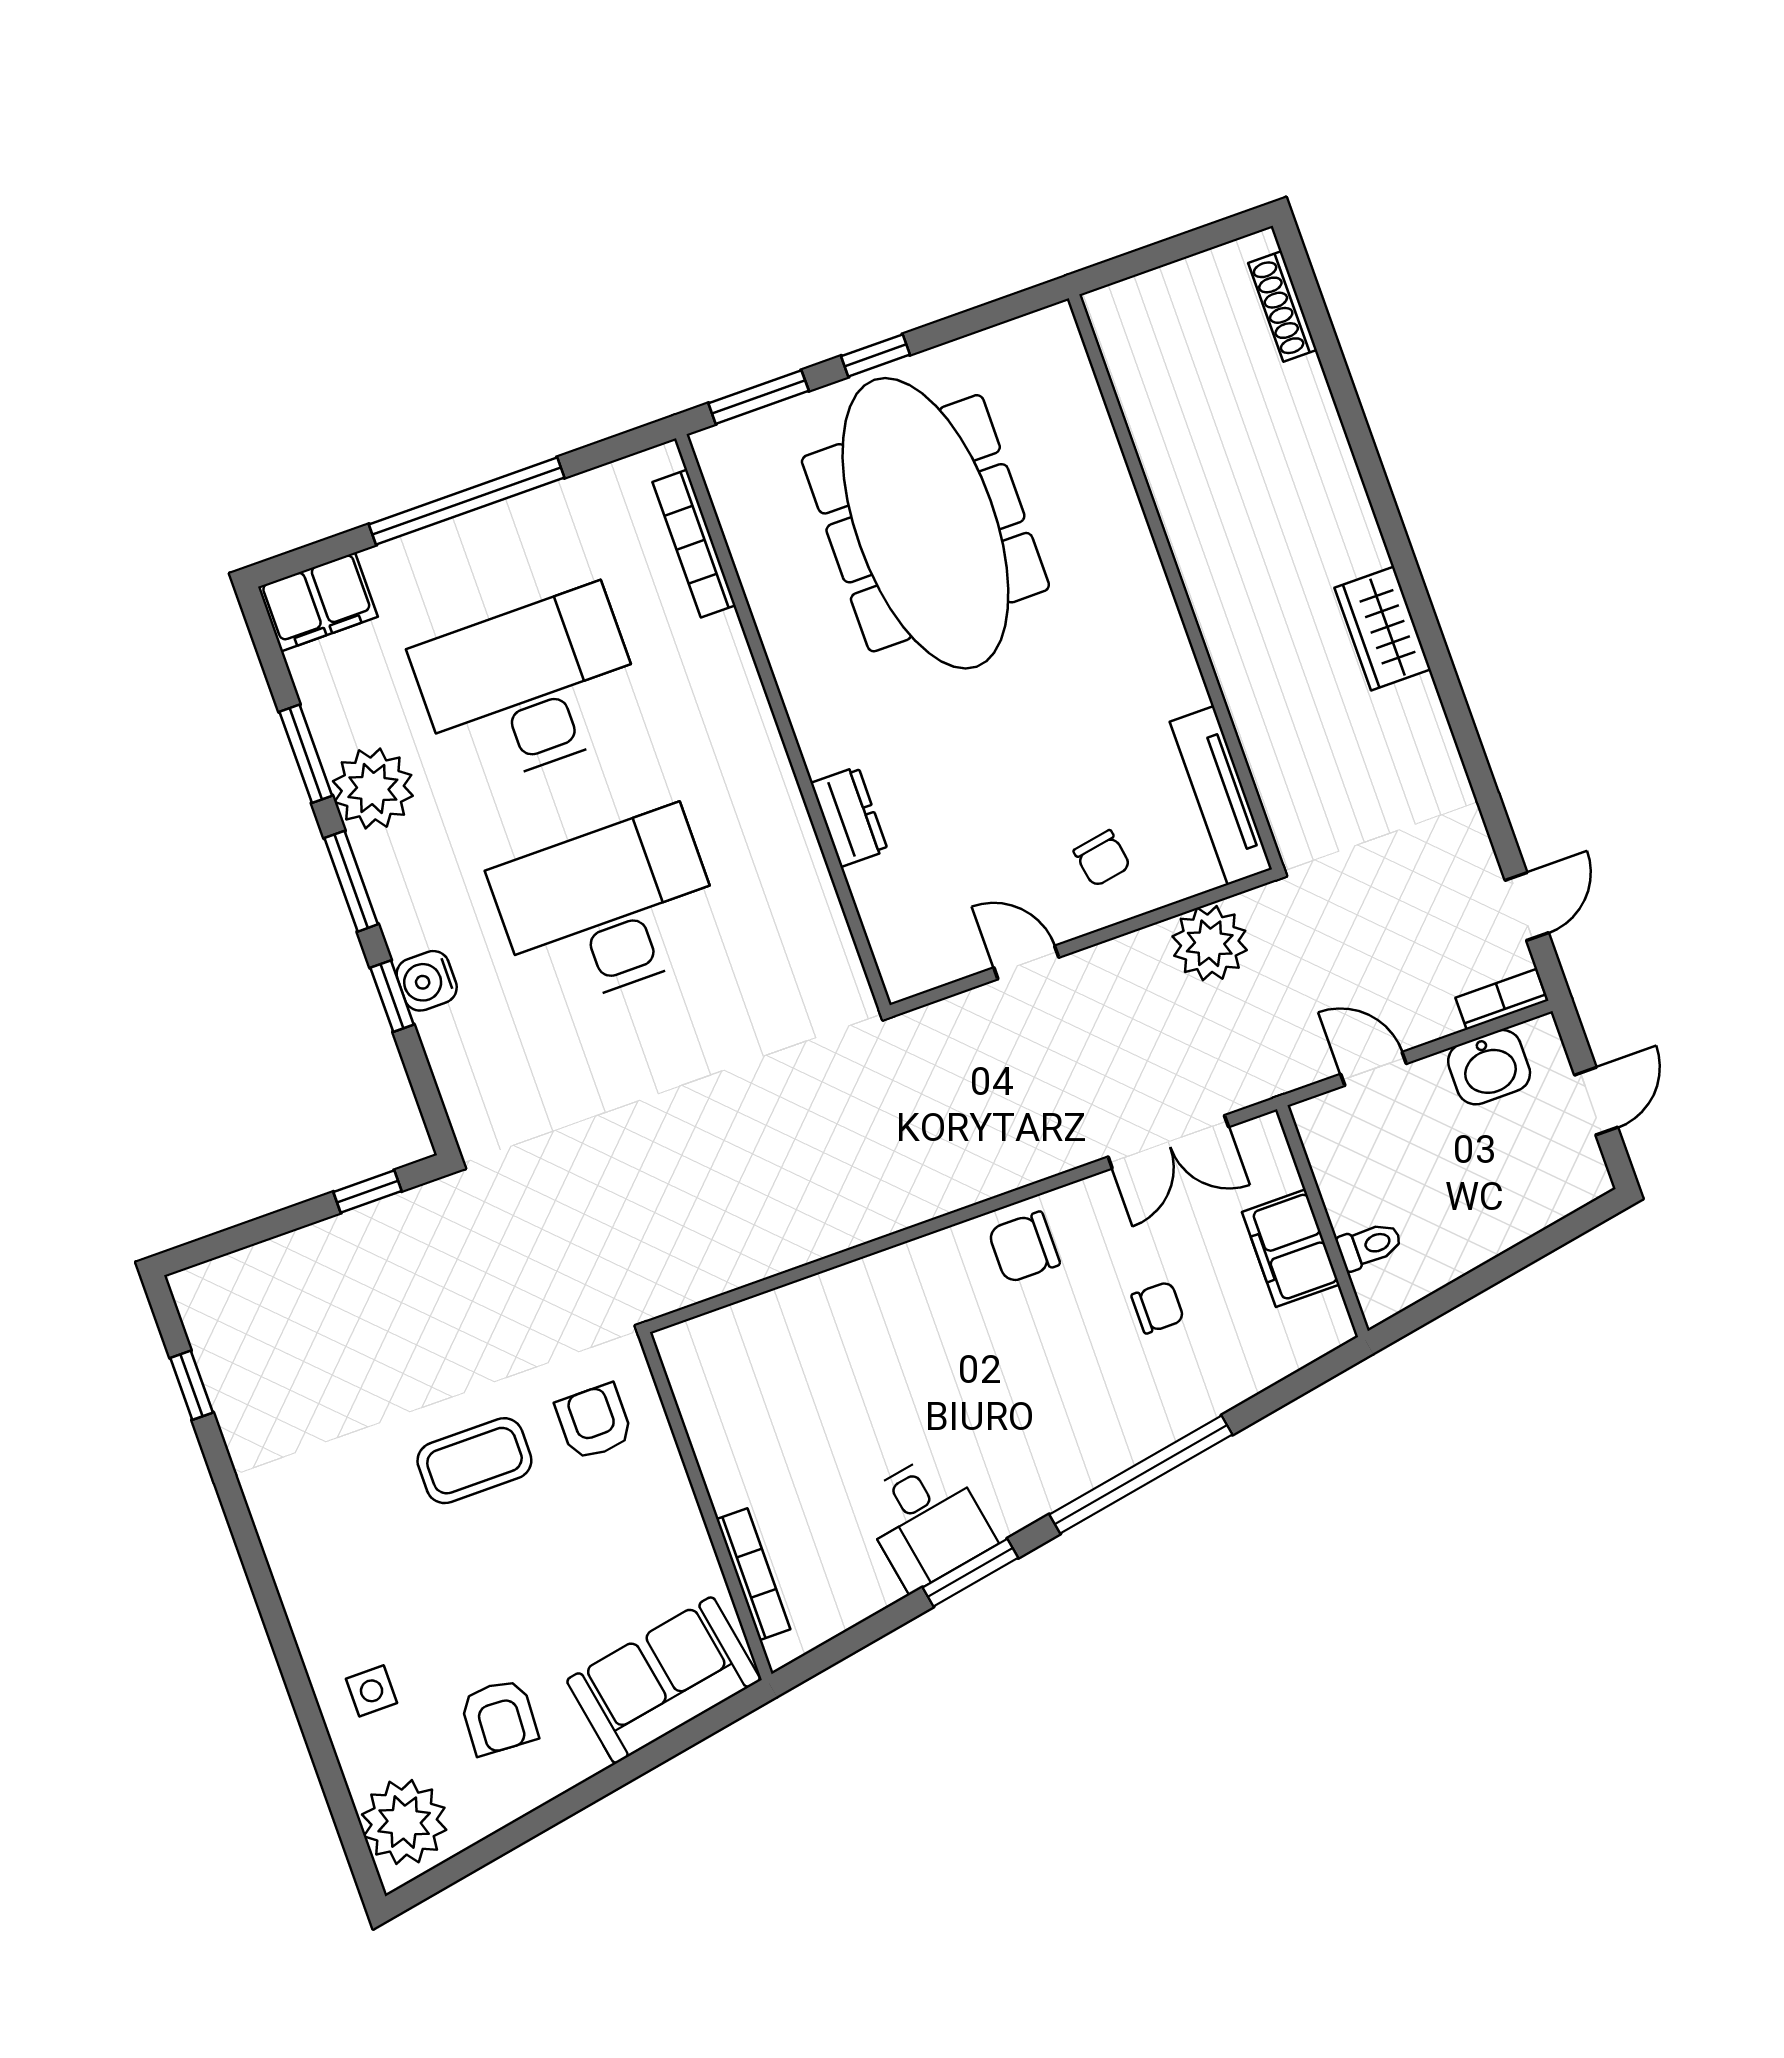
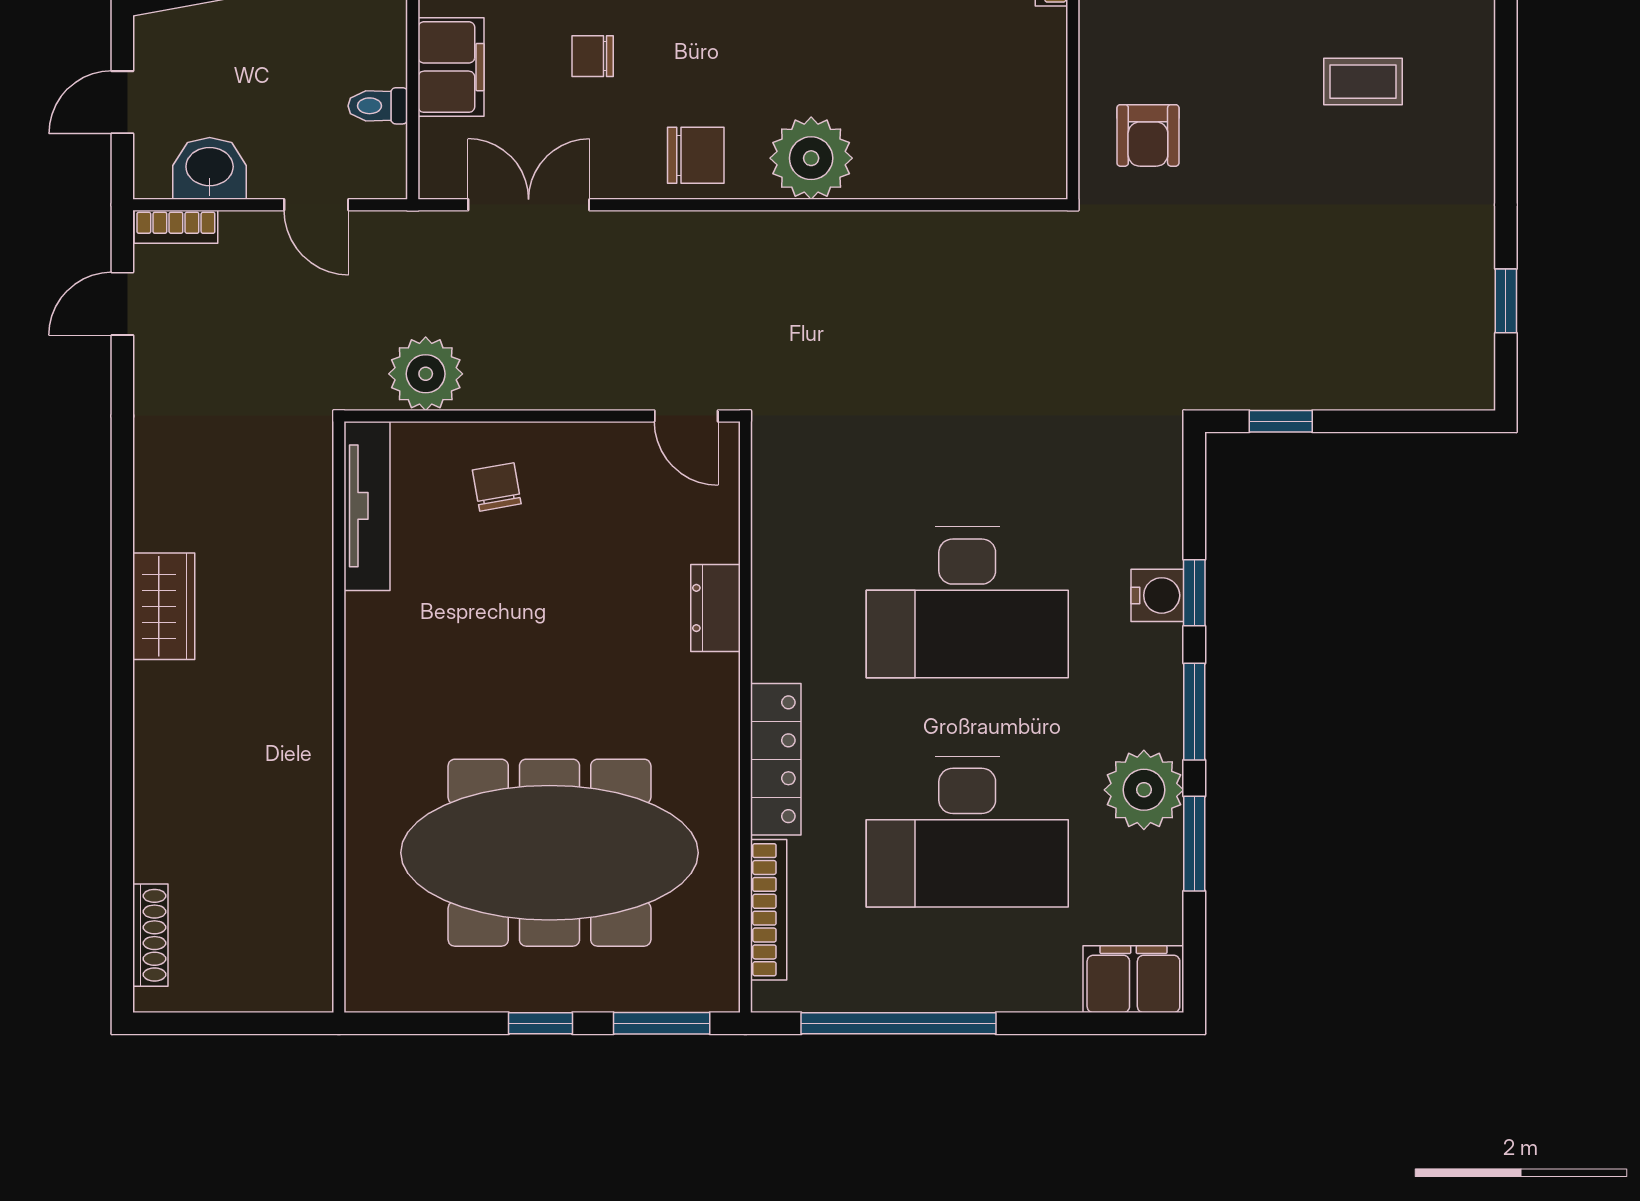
window: (467, 501) -> (898, 1023), moved
meeting table: (925, 523) -> (549, 853), turned 90
locker: (739, 691) -> (776, 759), added
door: (1026, 963) -> (686, 416), moved
toilet: (1369, 1246) -> (378, 106), moved
plant: (912, 1284) -> (811, 158), added
coffee table: (474, 1461) -> (1363, 82), moved, width x0.73, depth x0.77

